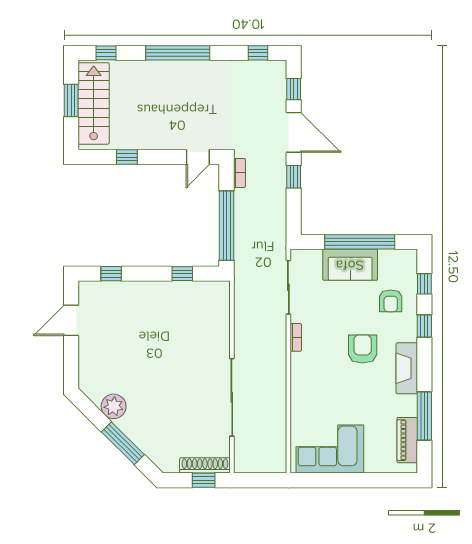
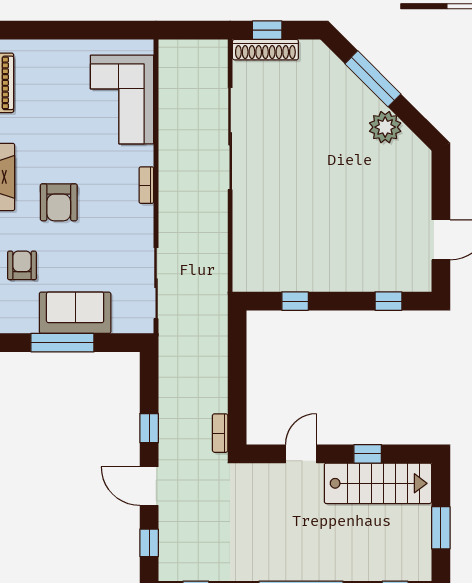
stairs: (94, 103) -> (378, 483), moved, turned -90
door: (294, 132) -> (149, 486), width x0.73
door: (198, 157) -> (301, 454), moved
window: (227, 226) -> (237, 364), removed
window: (360, 242) -> (62, 343), width x0.68
bookcase: (296, 337) -> (146, 185), moved
corner sofa: (330, 449) -> (122, 99), moved, turned 90

